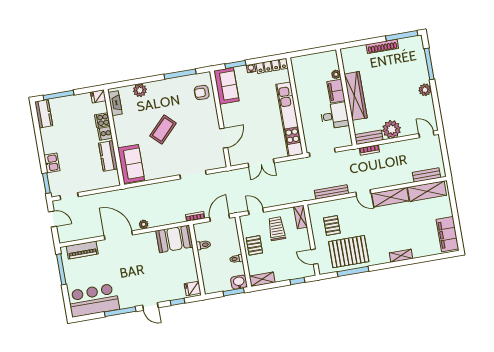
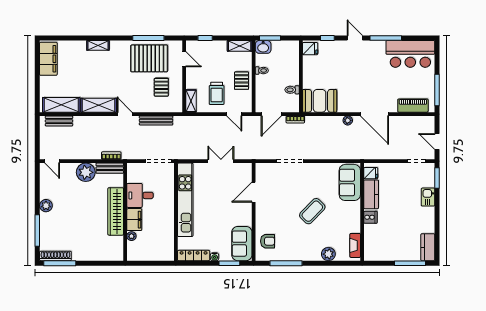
shoe rack: (382, 46) -> (55, 256), moved
fridge: (98, 96) -> (371, 173), moved
cooker: (102, 120) -> (371, 231), removed

